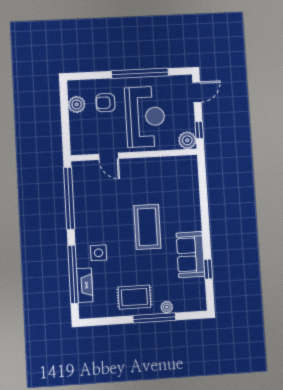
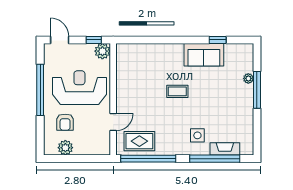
coffee table: (147, 227) -> (177, 91), width x0.54, depth x0.58
rug: (134, 297) -> (139, 141), moved, turned 90

